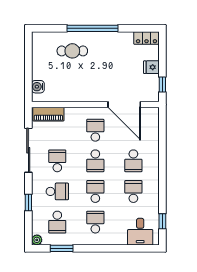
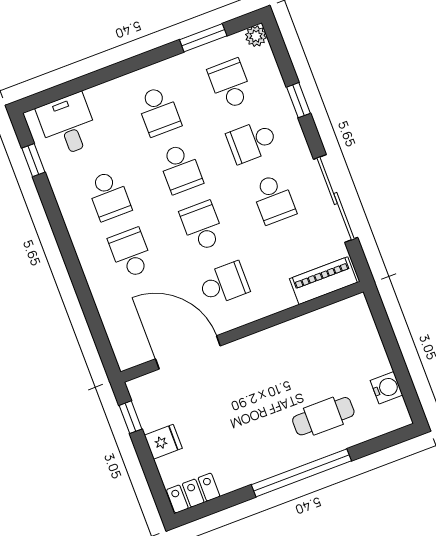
water cooler: (38, 87) -> (386, 388), moved
school desk: (95, 130) -> (224, 284), turned -90

